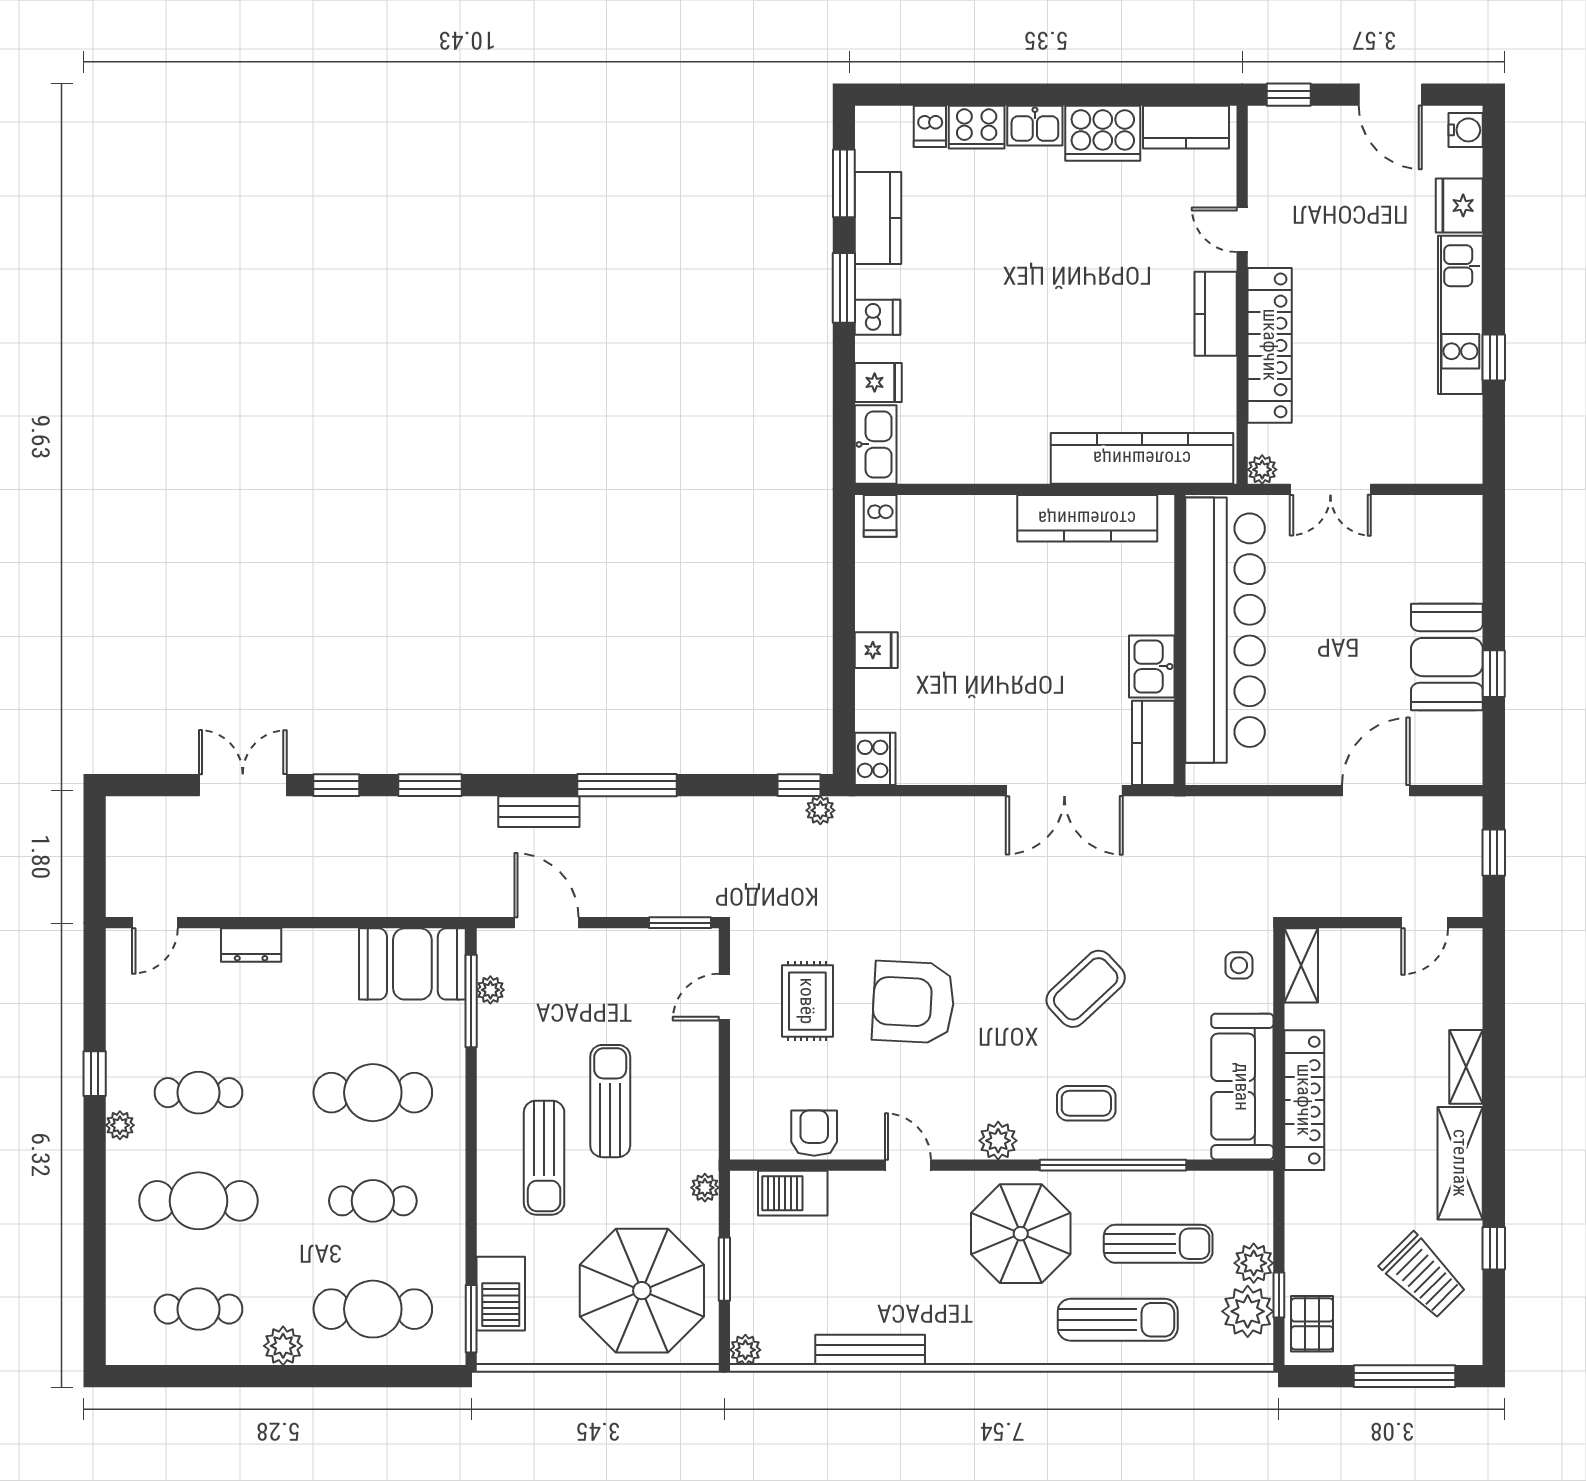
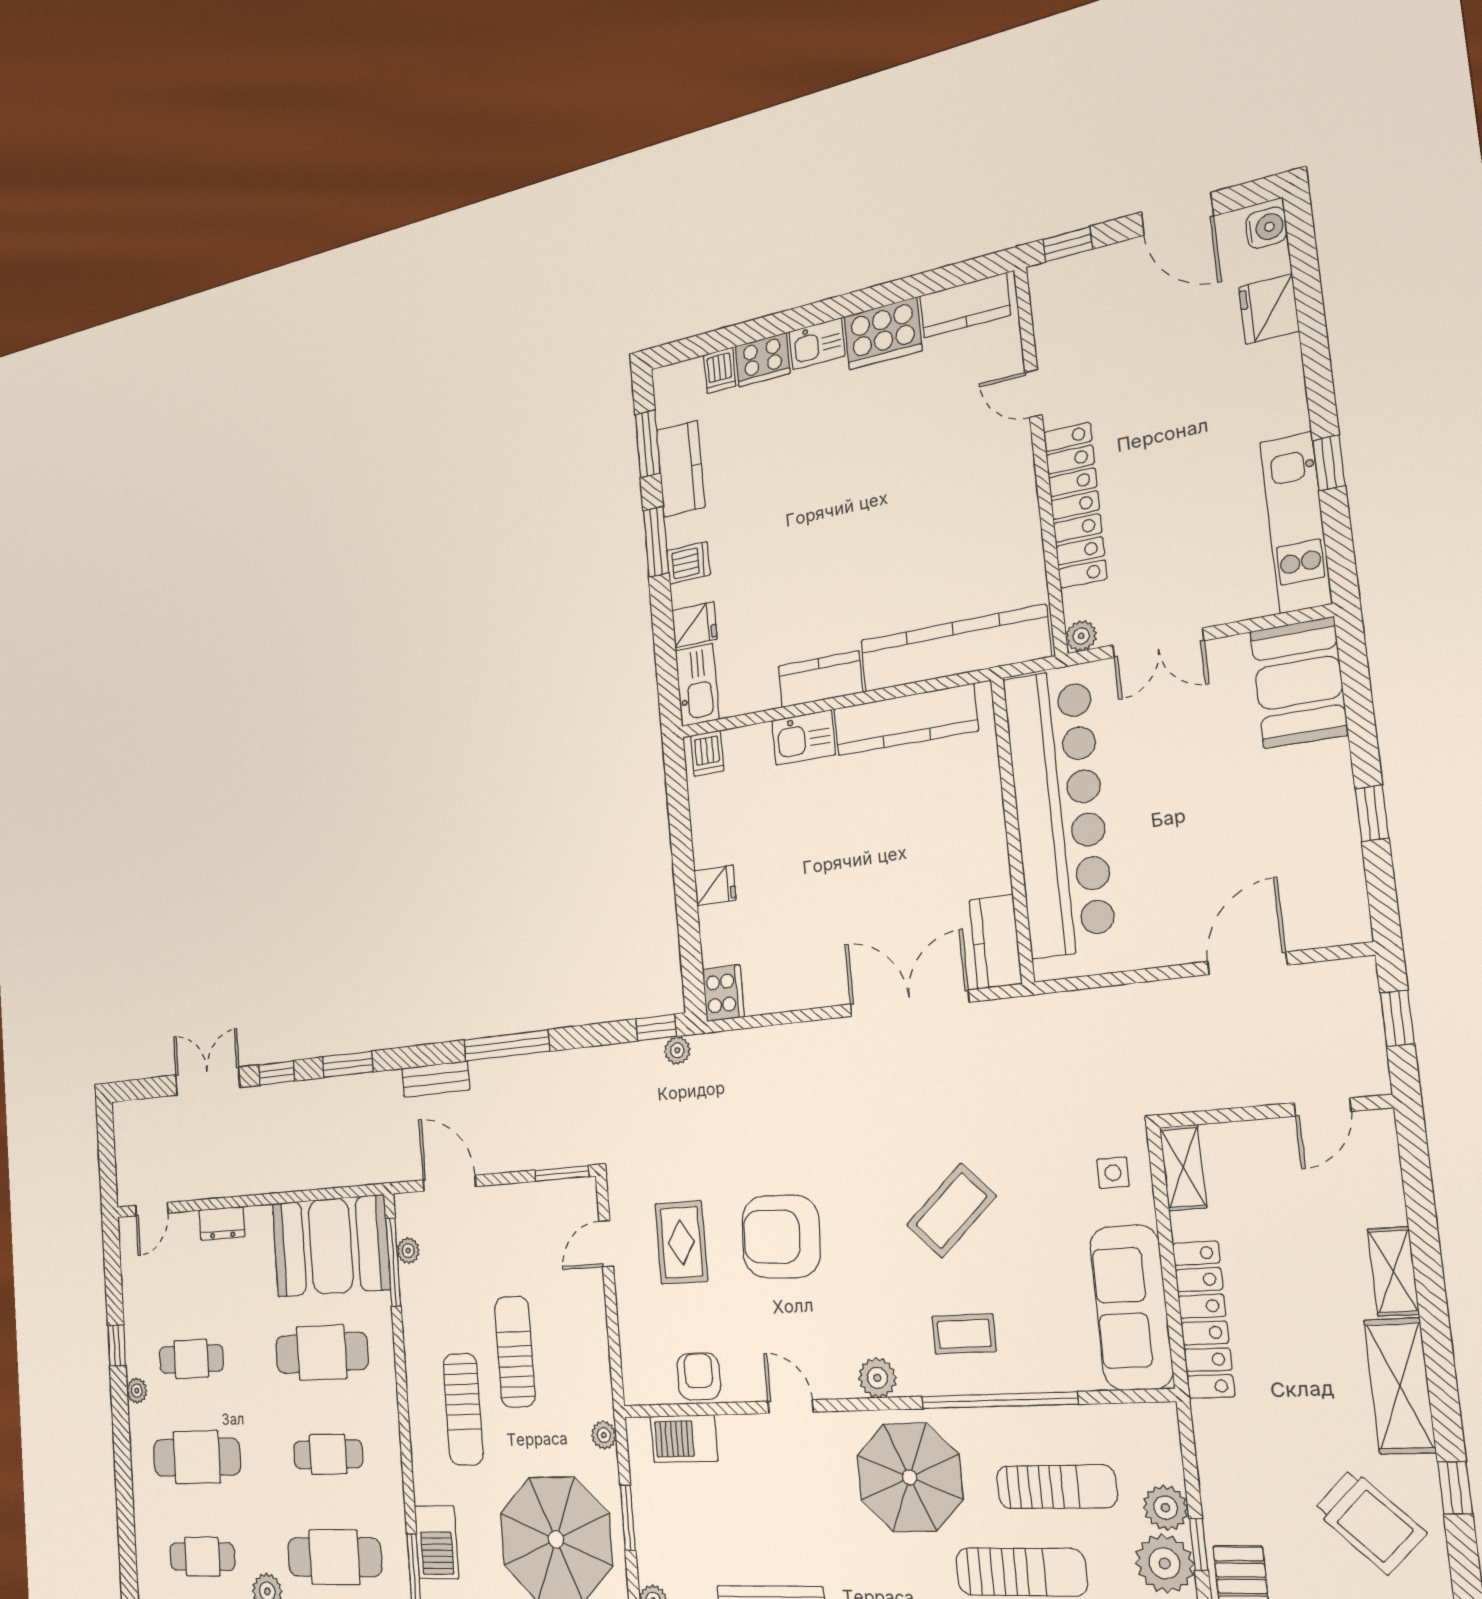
kitchen counter: (1216, 314) -> (820, 679), moved, turned 90
kitchen unit: (1460, 315) -> (1296, 523), moved
booth: (1447, 657) -> (1299, 683), moved
kitchen sink: (1152, 666) -> (804, 738), moved, turned -90
double door: (1064, 791) -> (909, 1003), swing flipped
booth: (412, 964) -> (331, 1246), width x1.36, depth x1.42

